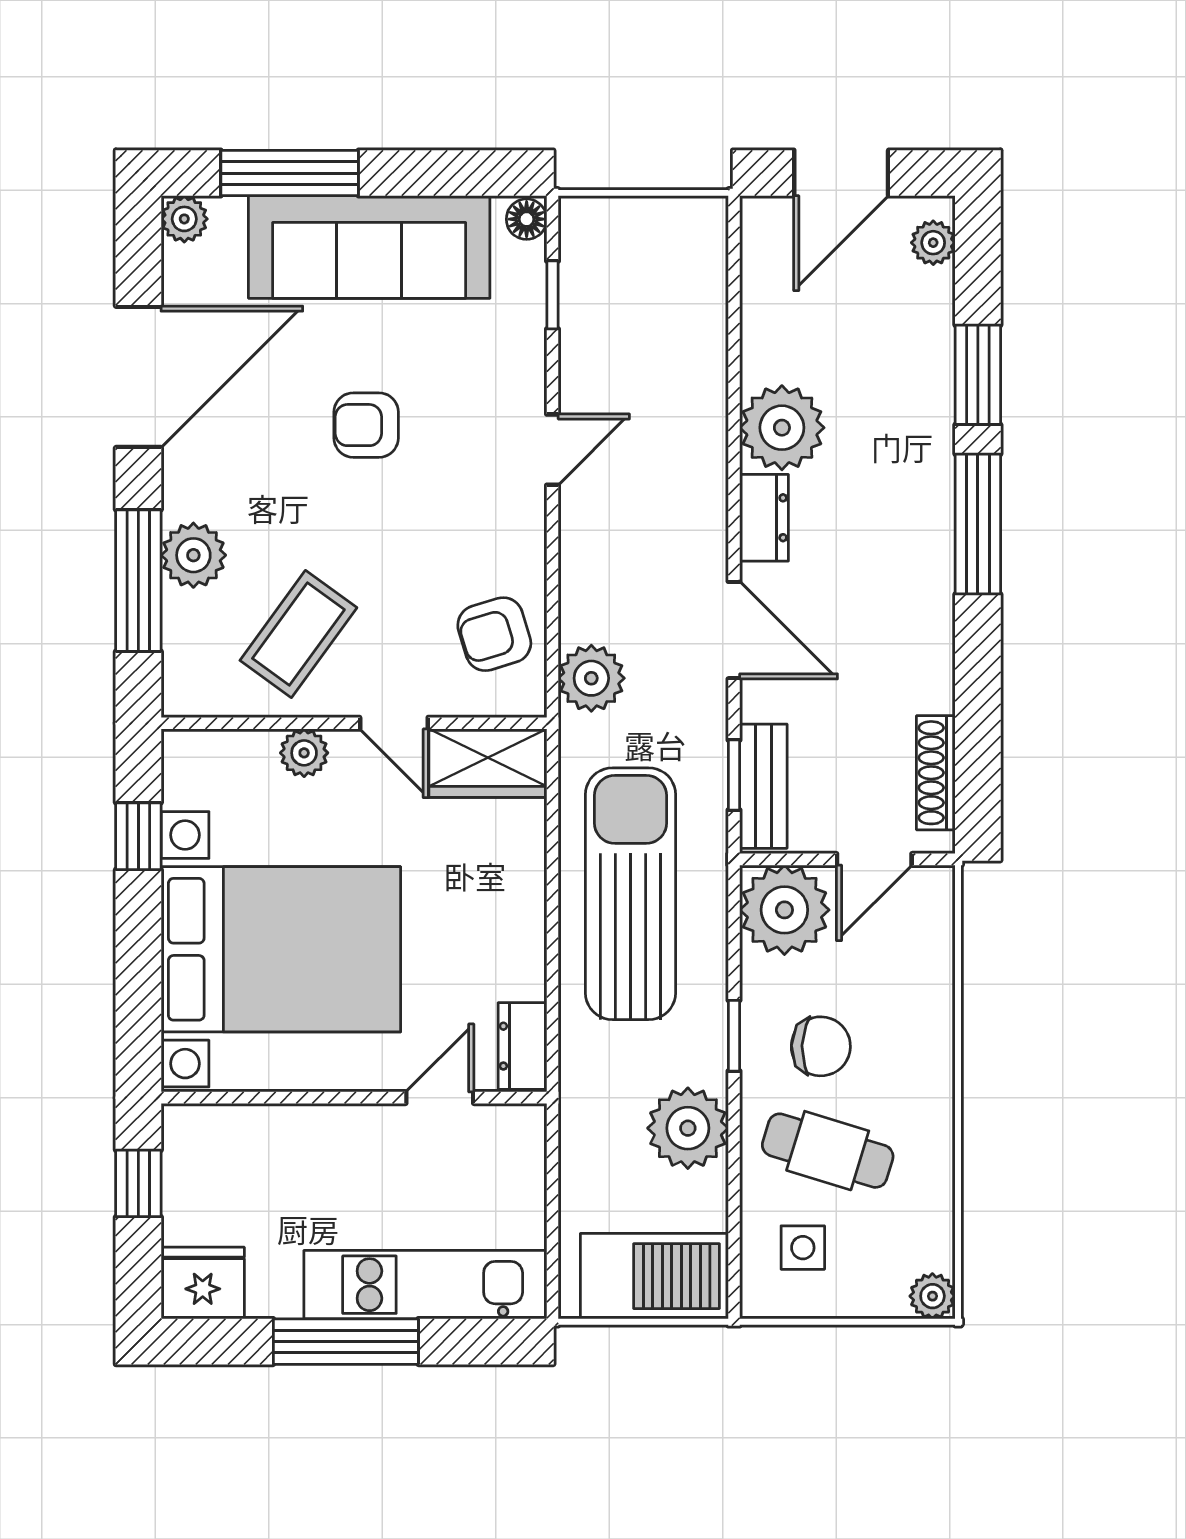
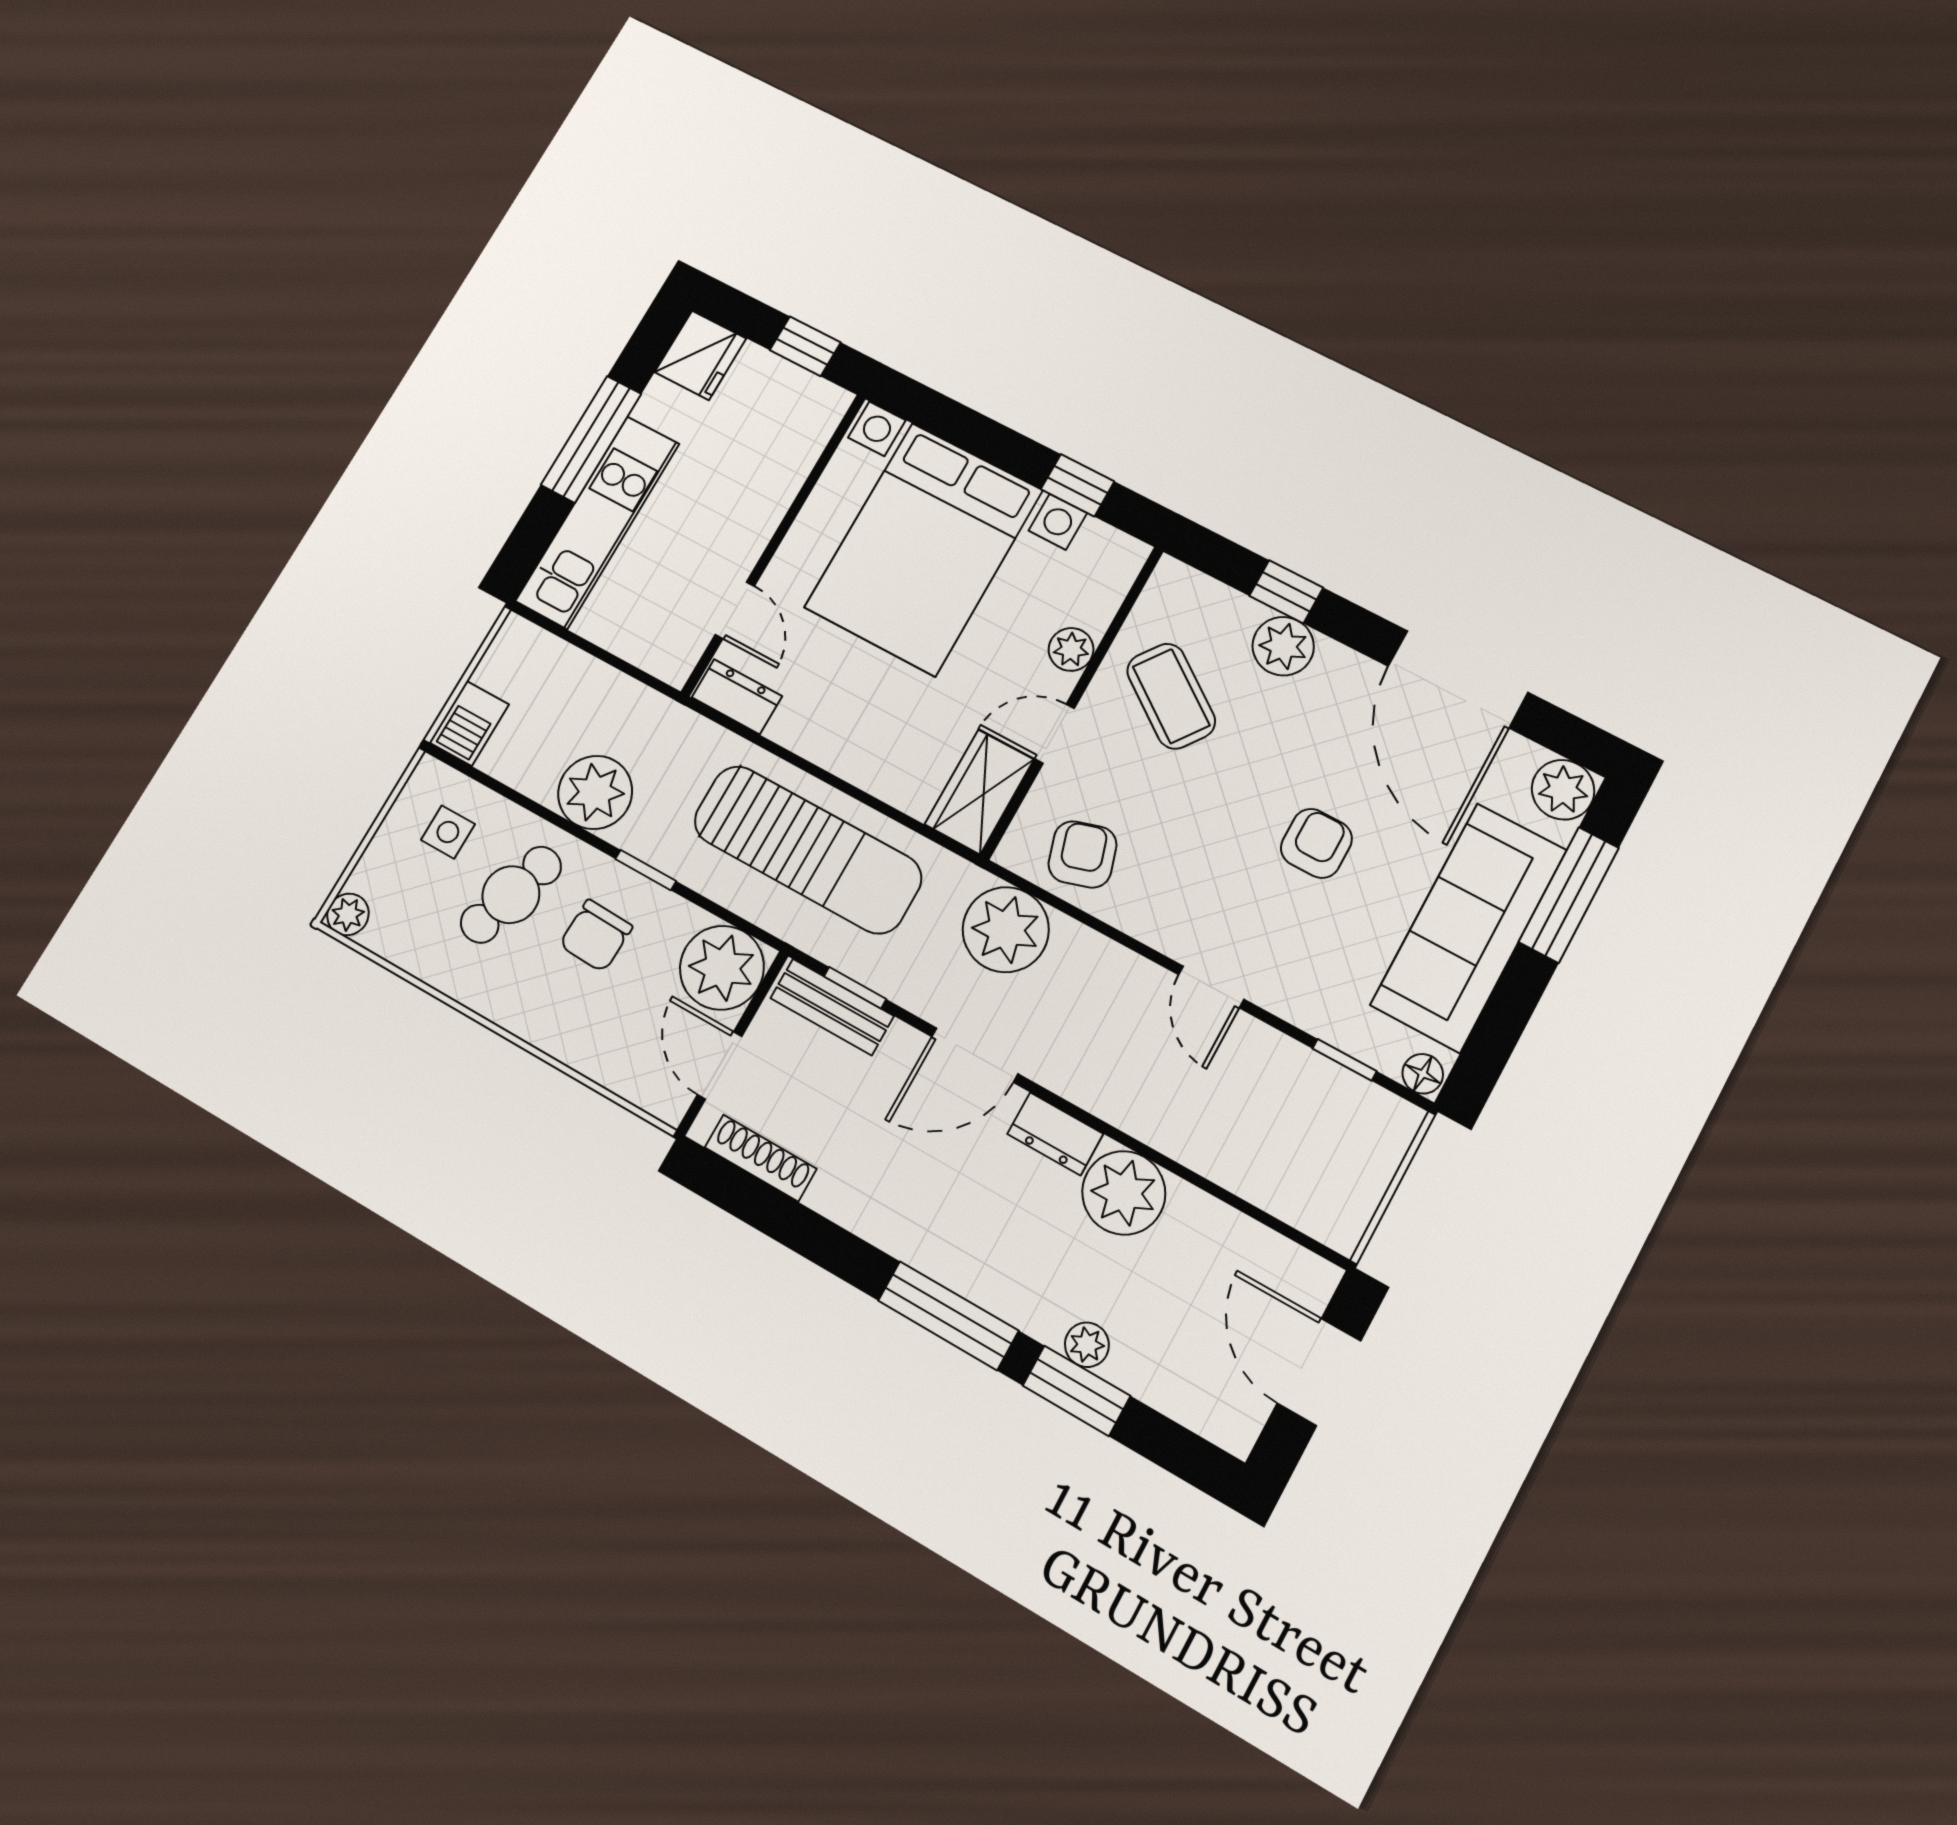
plant: (184, 219) -> (1563, 790), width x1.38, depth x1.38
plant: (933, 243) -> (1087, 1345), moved
window: (138, 581) -> (1286, 592), width x0.46
plant: (591, 678) -> (1006, 930), width x1.36, depth x1.36
barbecue: (654, 1276) -> (469, 723), width x0.53, depth x0.65

